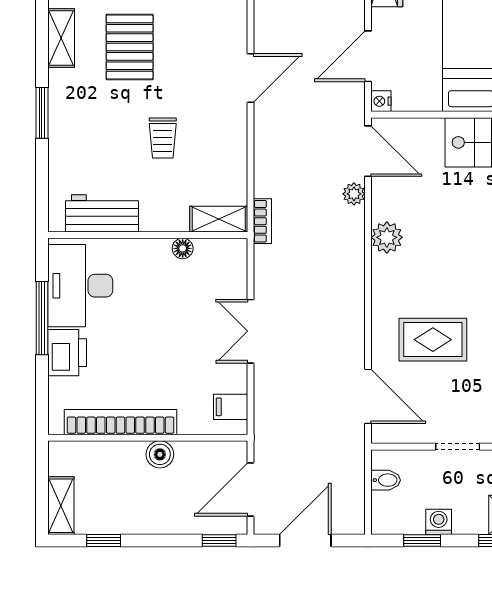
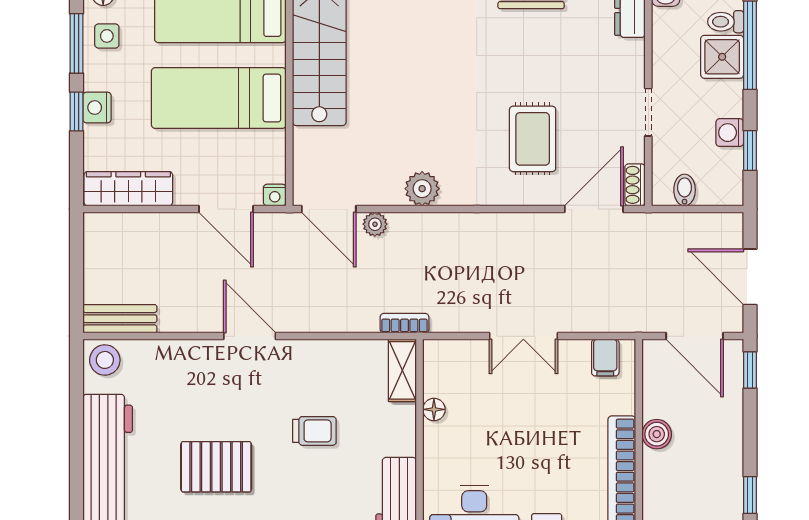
door: (368, 151) -> (329, 209), swing flipped
shoe rack: (390, 434) -> (635, 185), added

